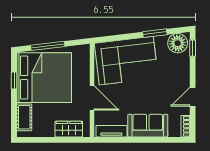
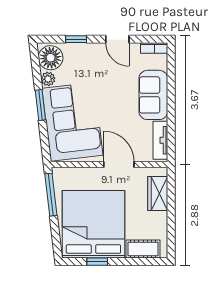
window: (155, 33) -> (40, 105), moved
plant: (161, 41) -> (48, 79), added
window: (48, 46) -> (51, 195), moved
window: (193, 48) -> (76, 39), moved
door: (92, 98) -> (119, 164), hinge flipped

